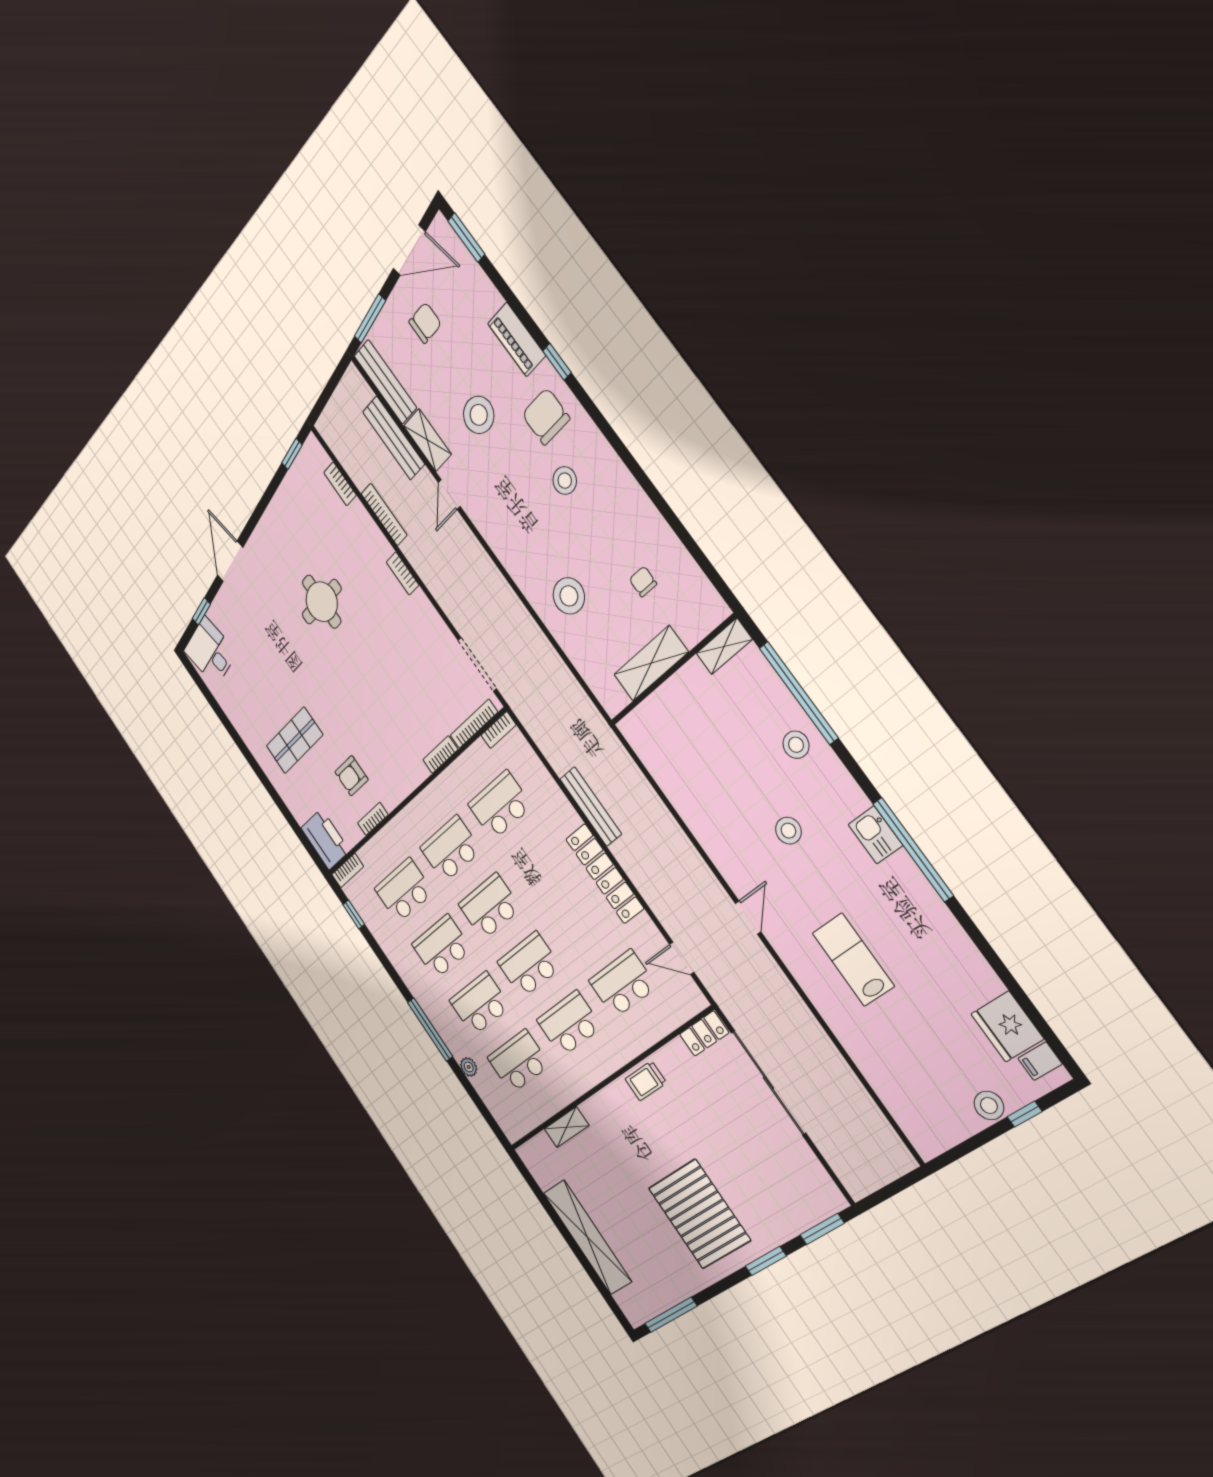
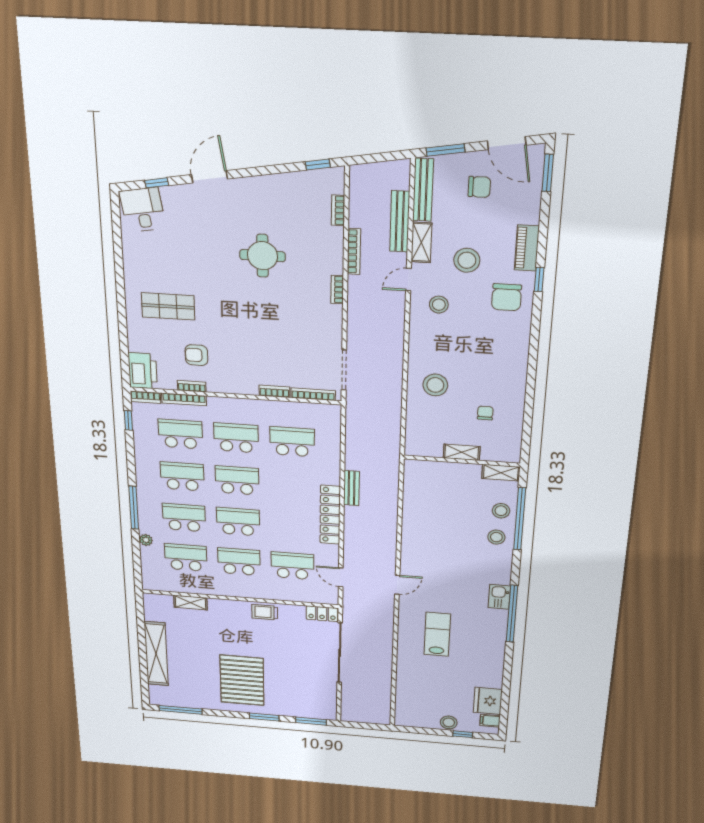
chair: (546, 416) -> (507, 297), turned 180
stool: (565, 481) -> (439, 305), moved
shelving: (651, 663) -> (462, 452), width x0.67, depth x0.75
bookcase: (499, 730) -> (184, 399), moved, width x1.56
bench: (591, 806) -> (352, 488), width x0.73
stool: (788, 831) -> (501, 511), moved

